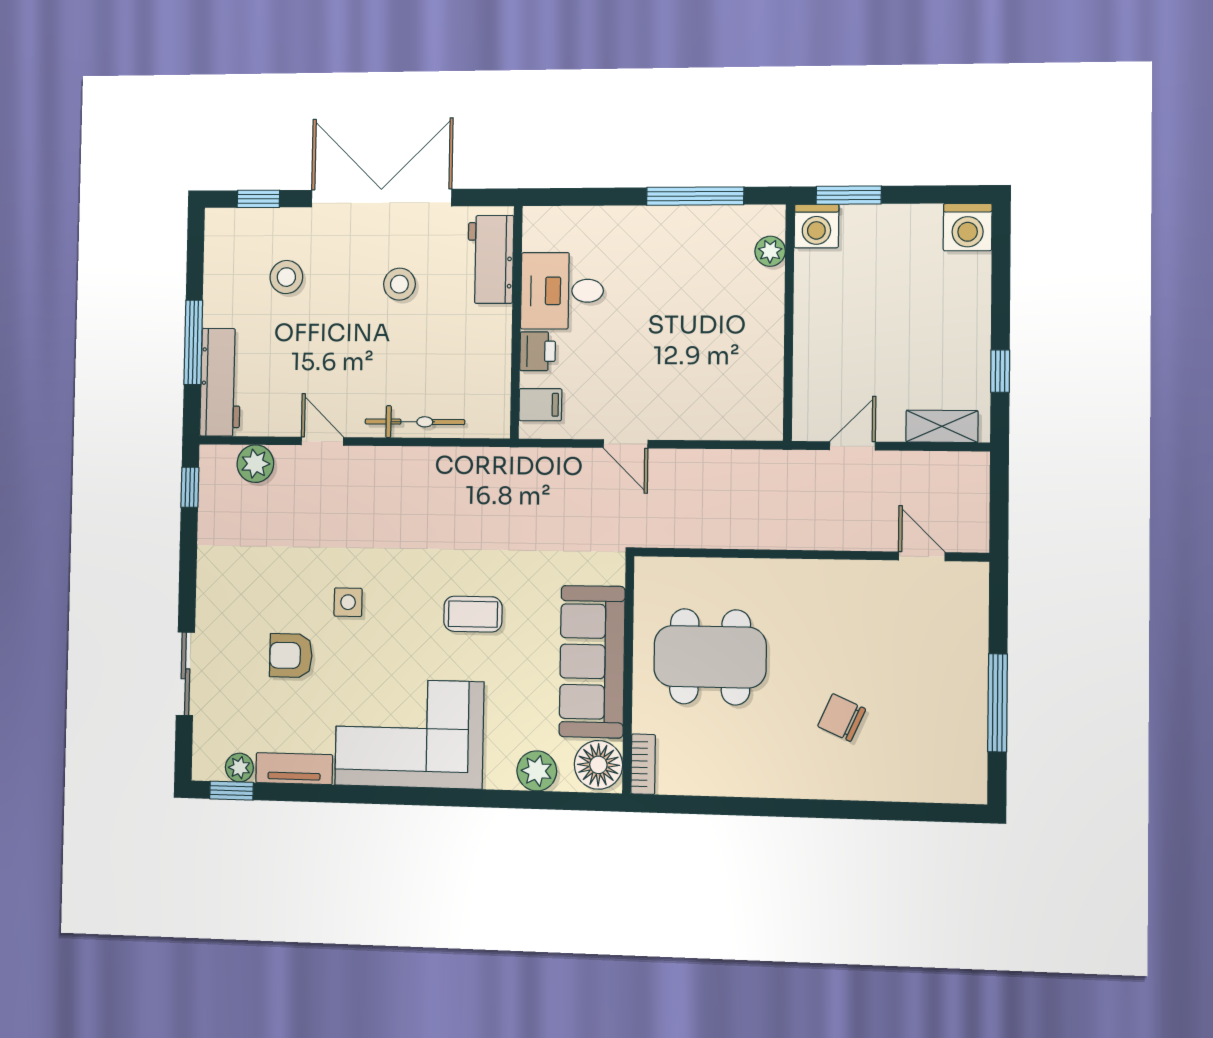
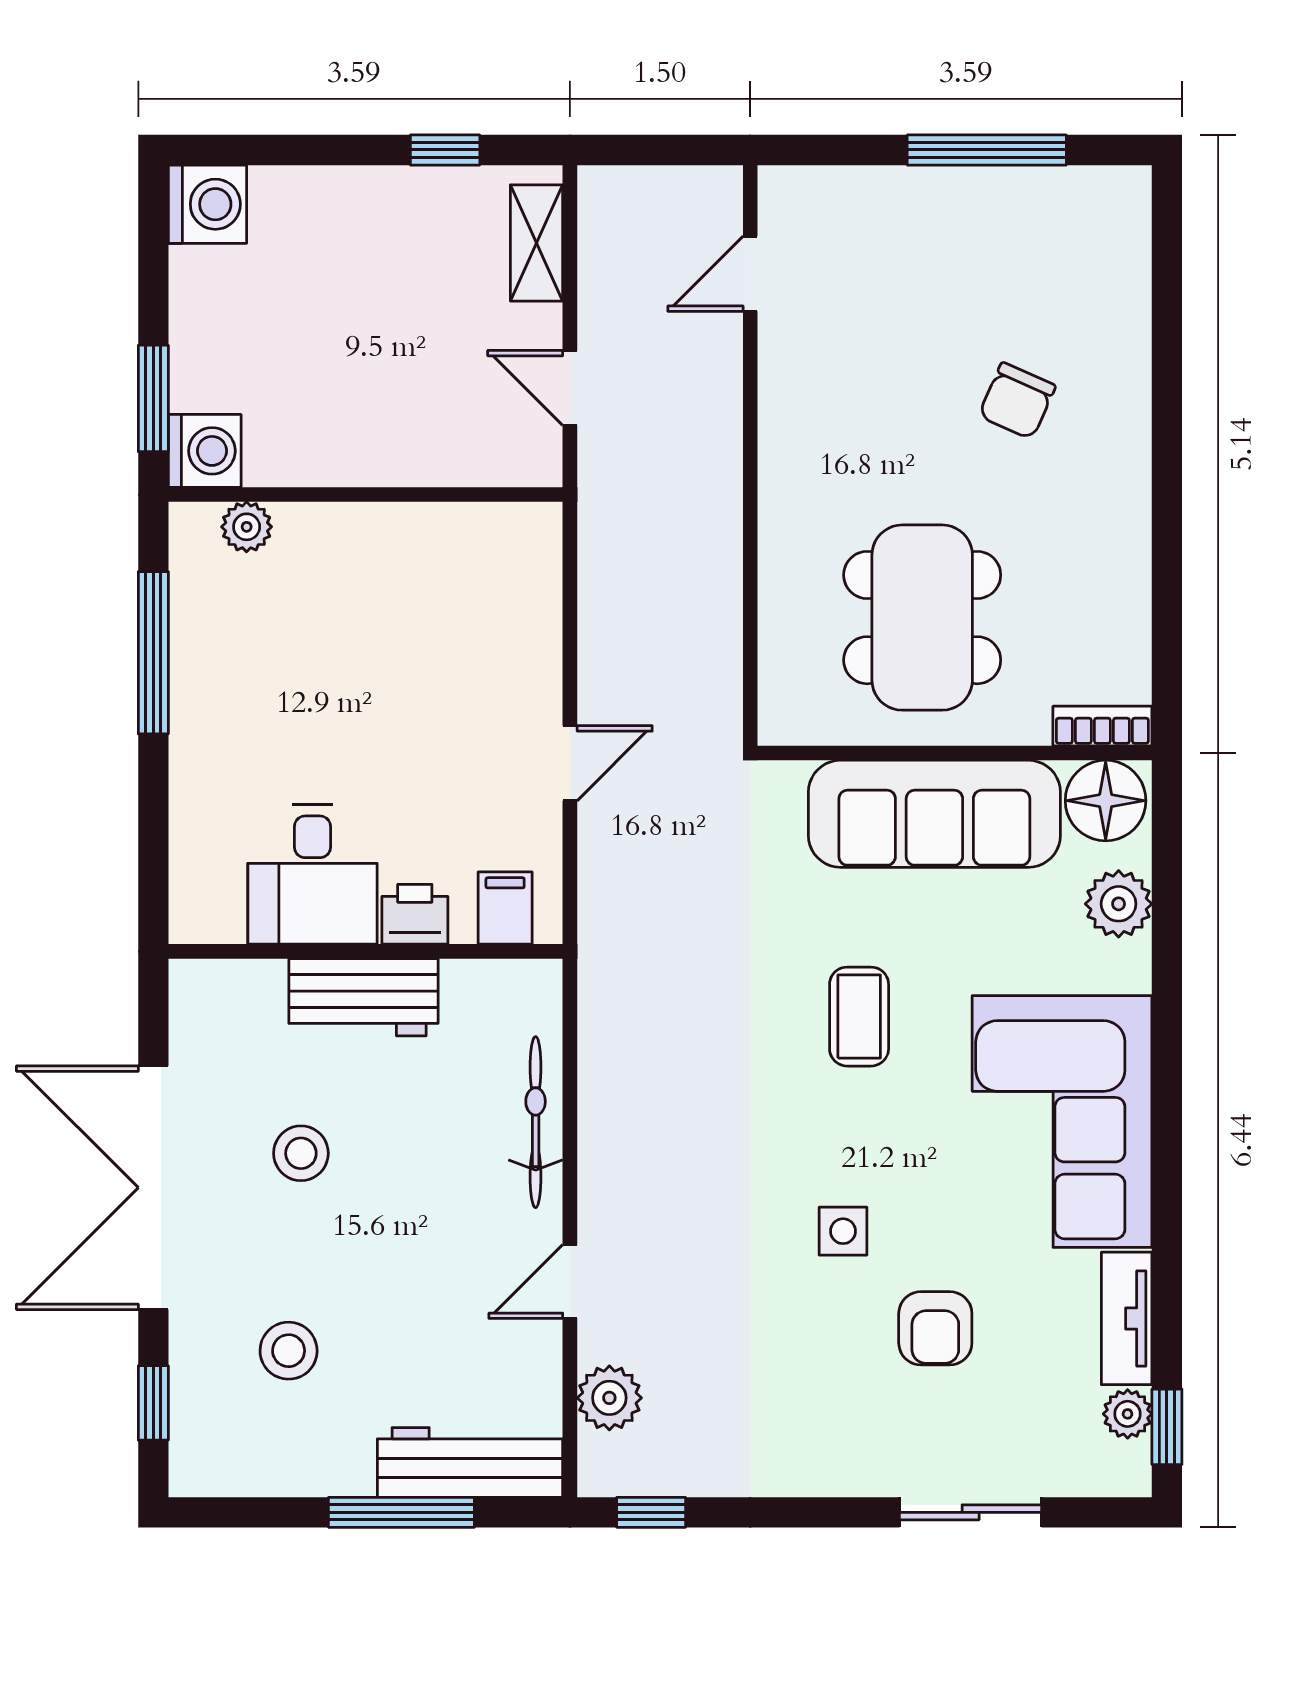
workbench: (491, 259) -> (363, 997), moved

